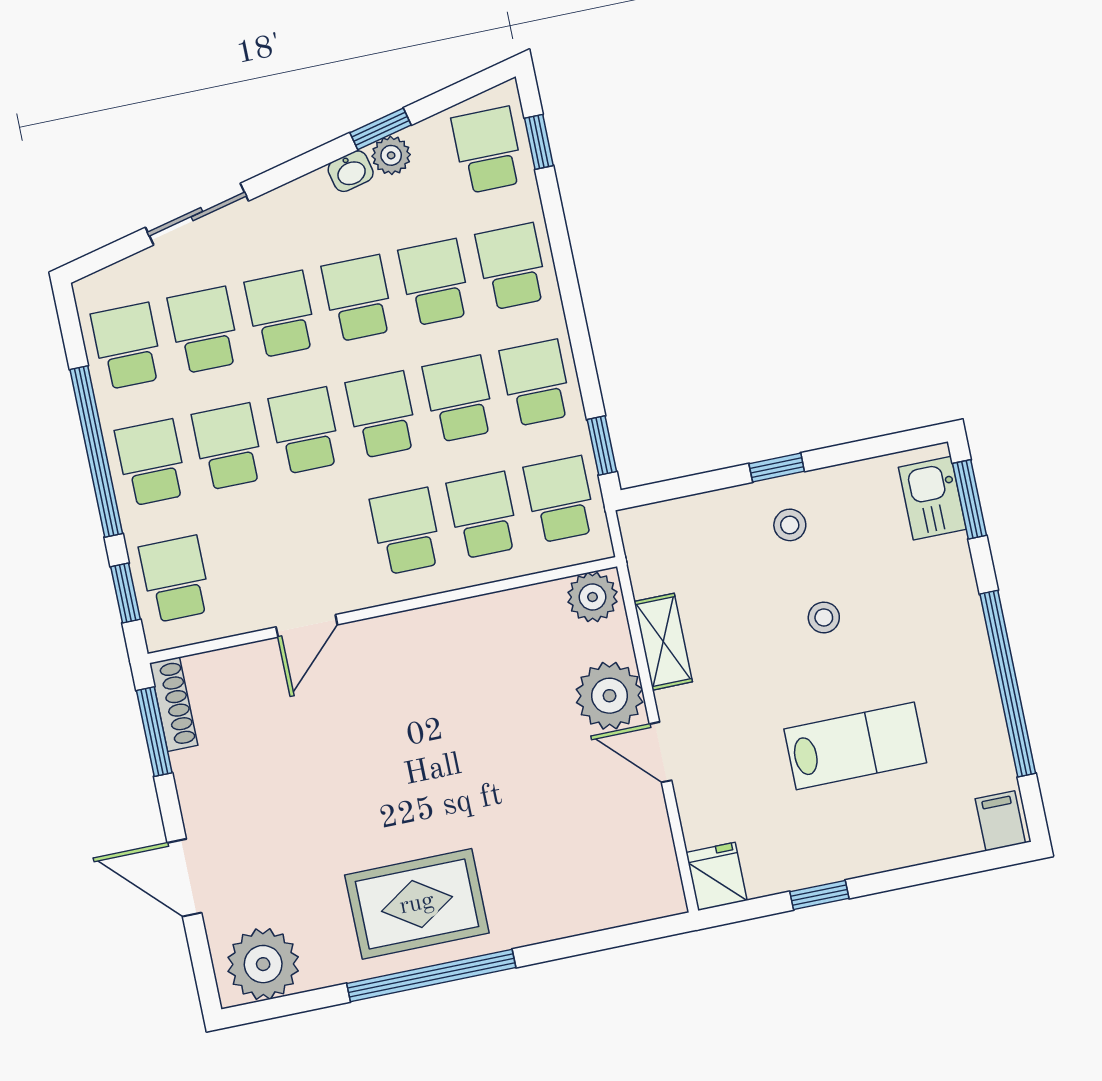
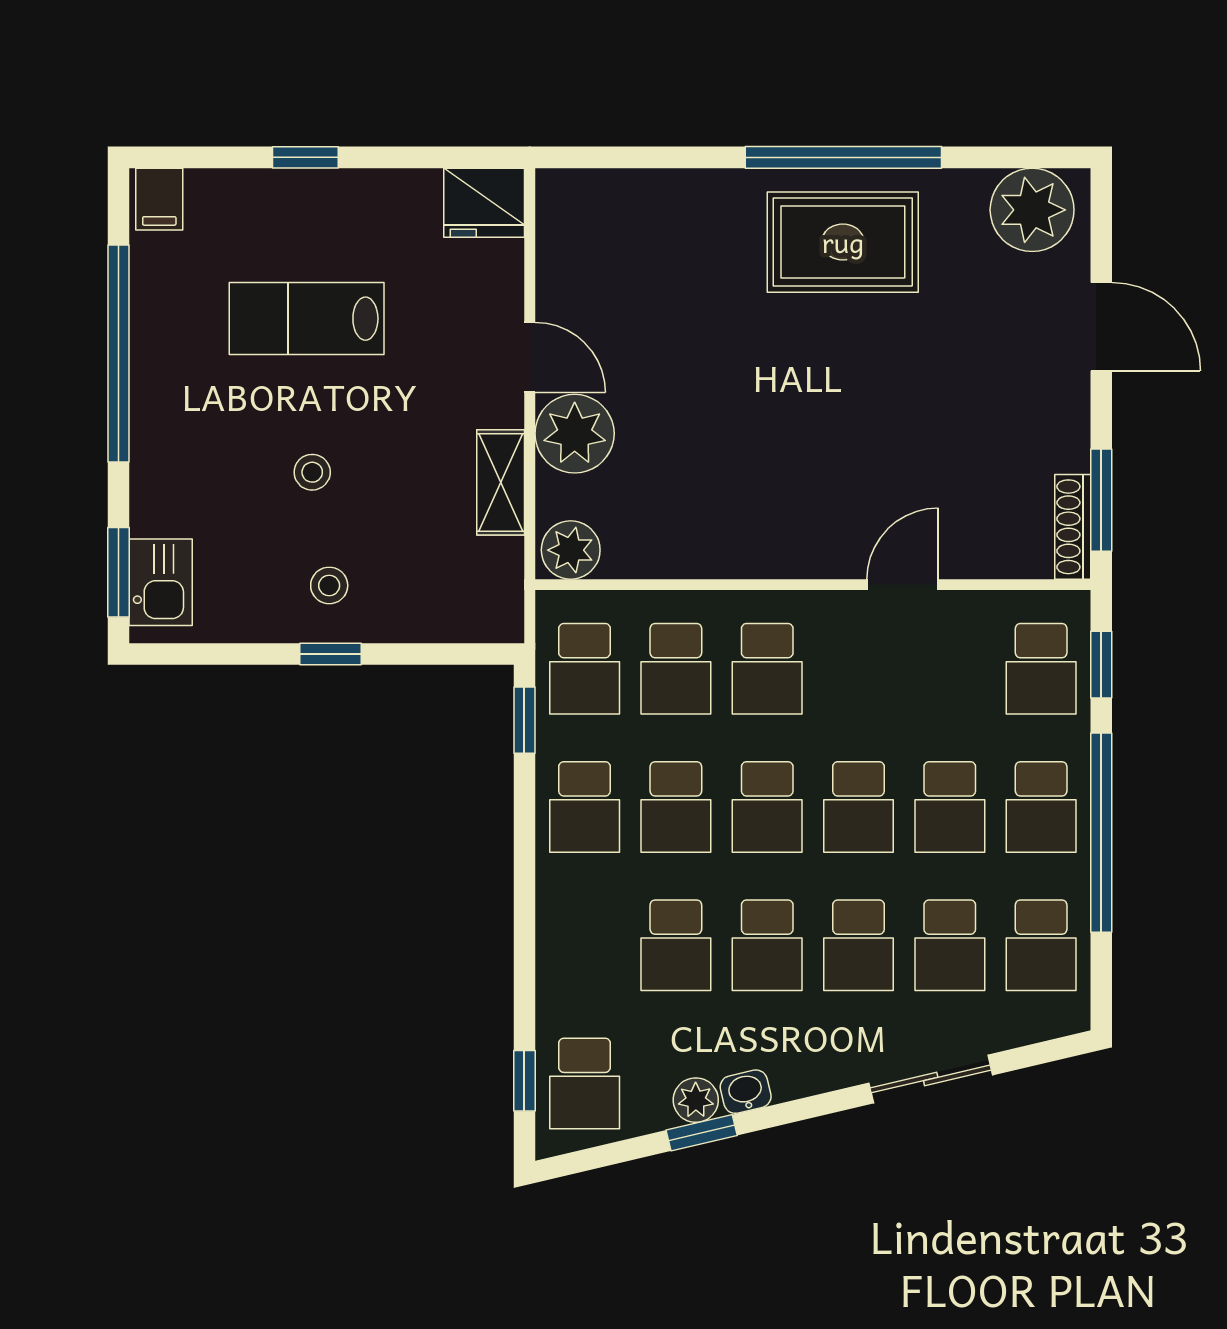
school desk: (512, 266) -> (585, 945), removed
fridge: (717, 876) -> (484, 203), width x1.38
window: (819, 895) -> (305, 157), moved

